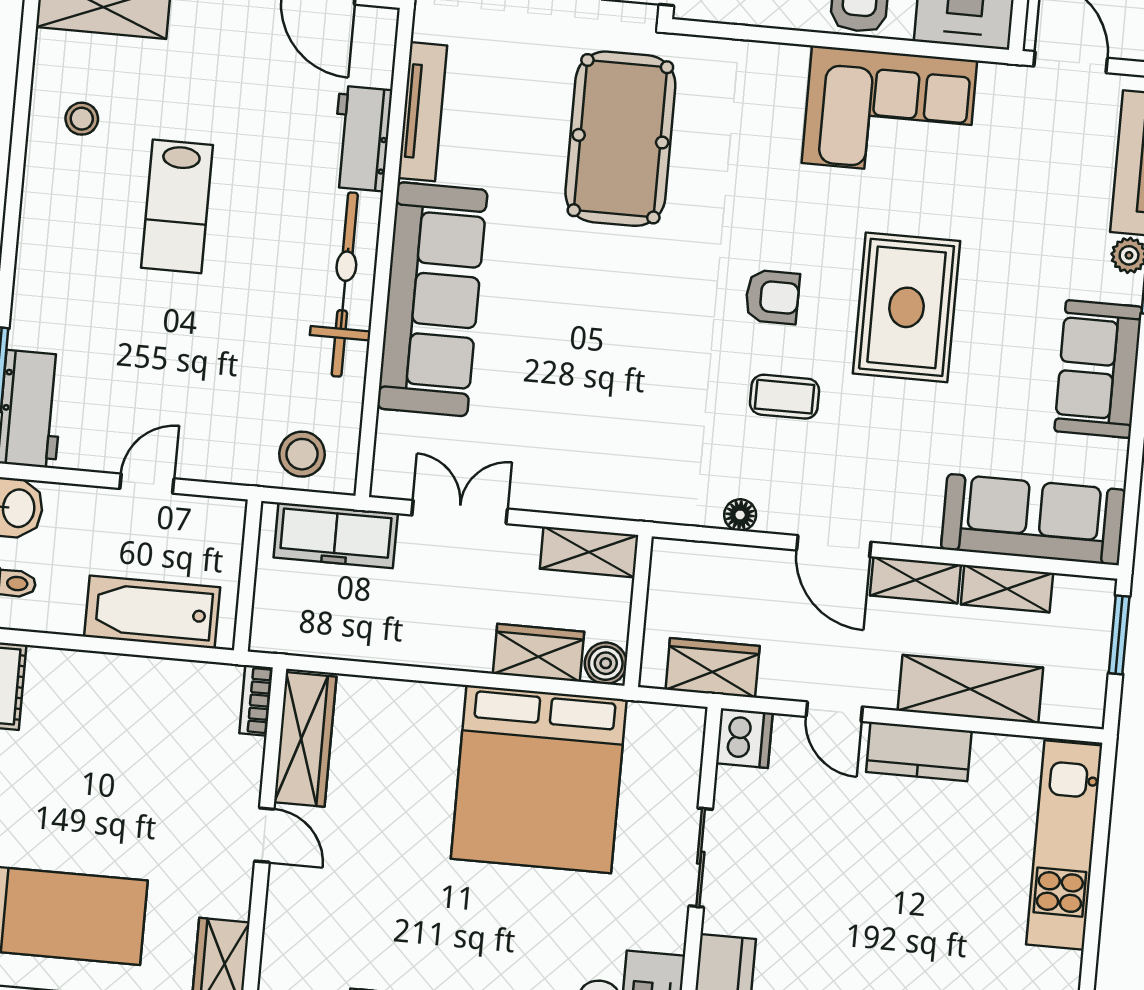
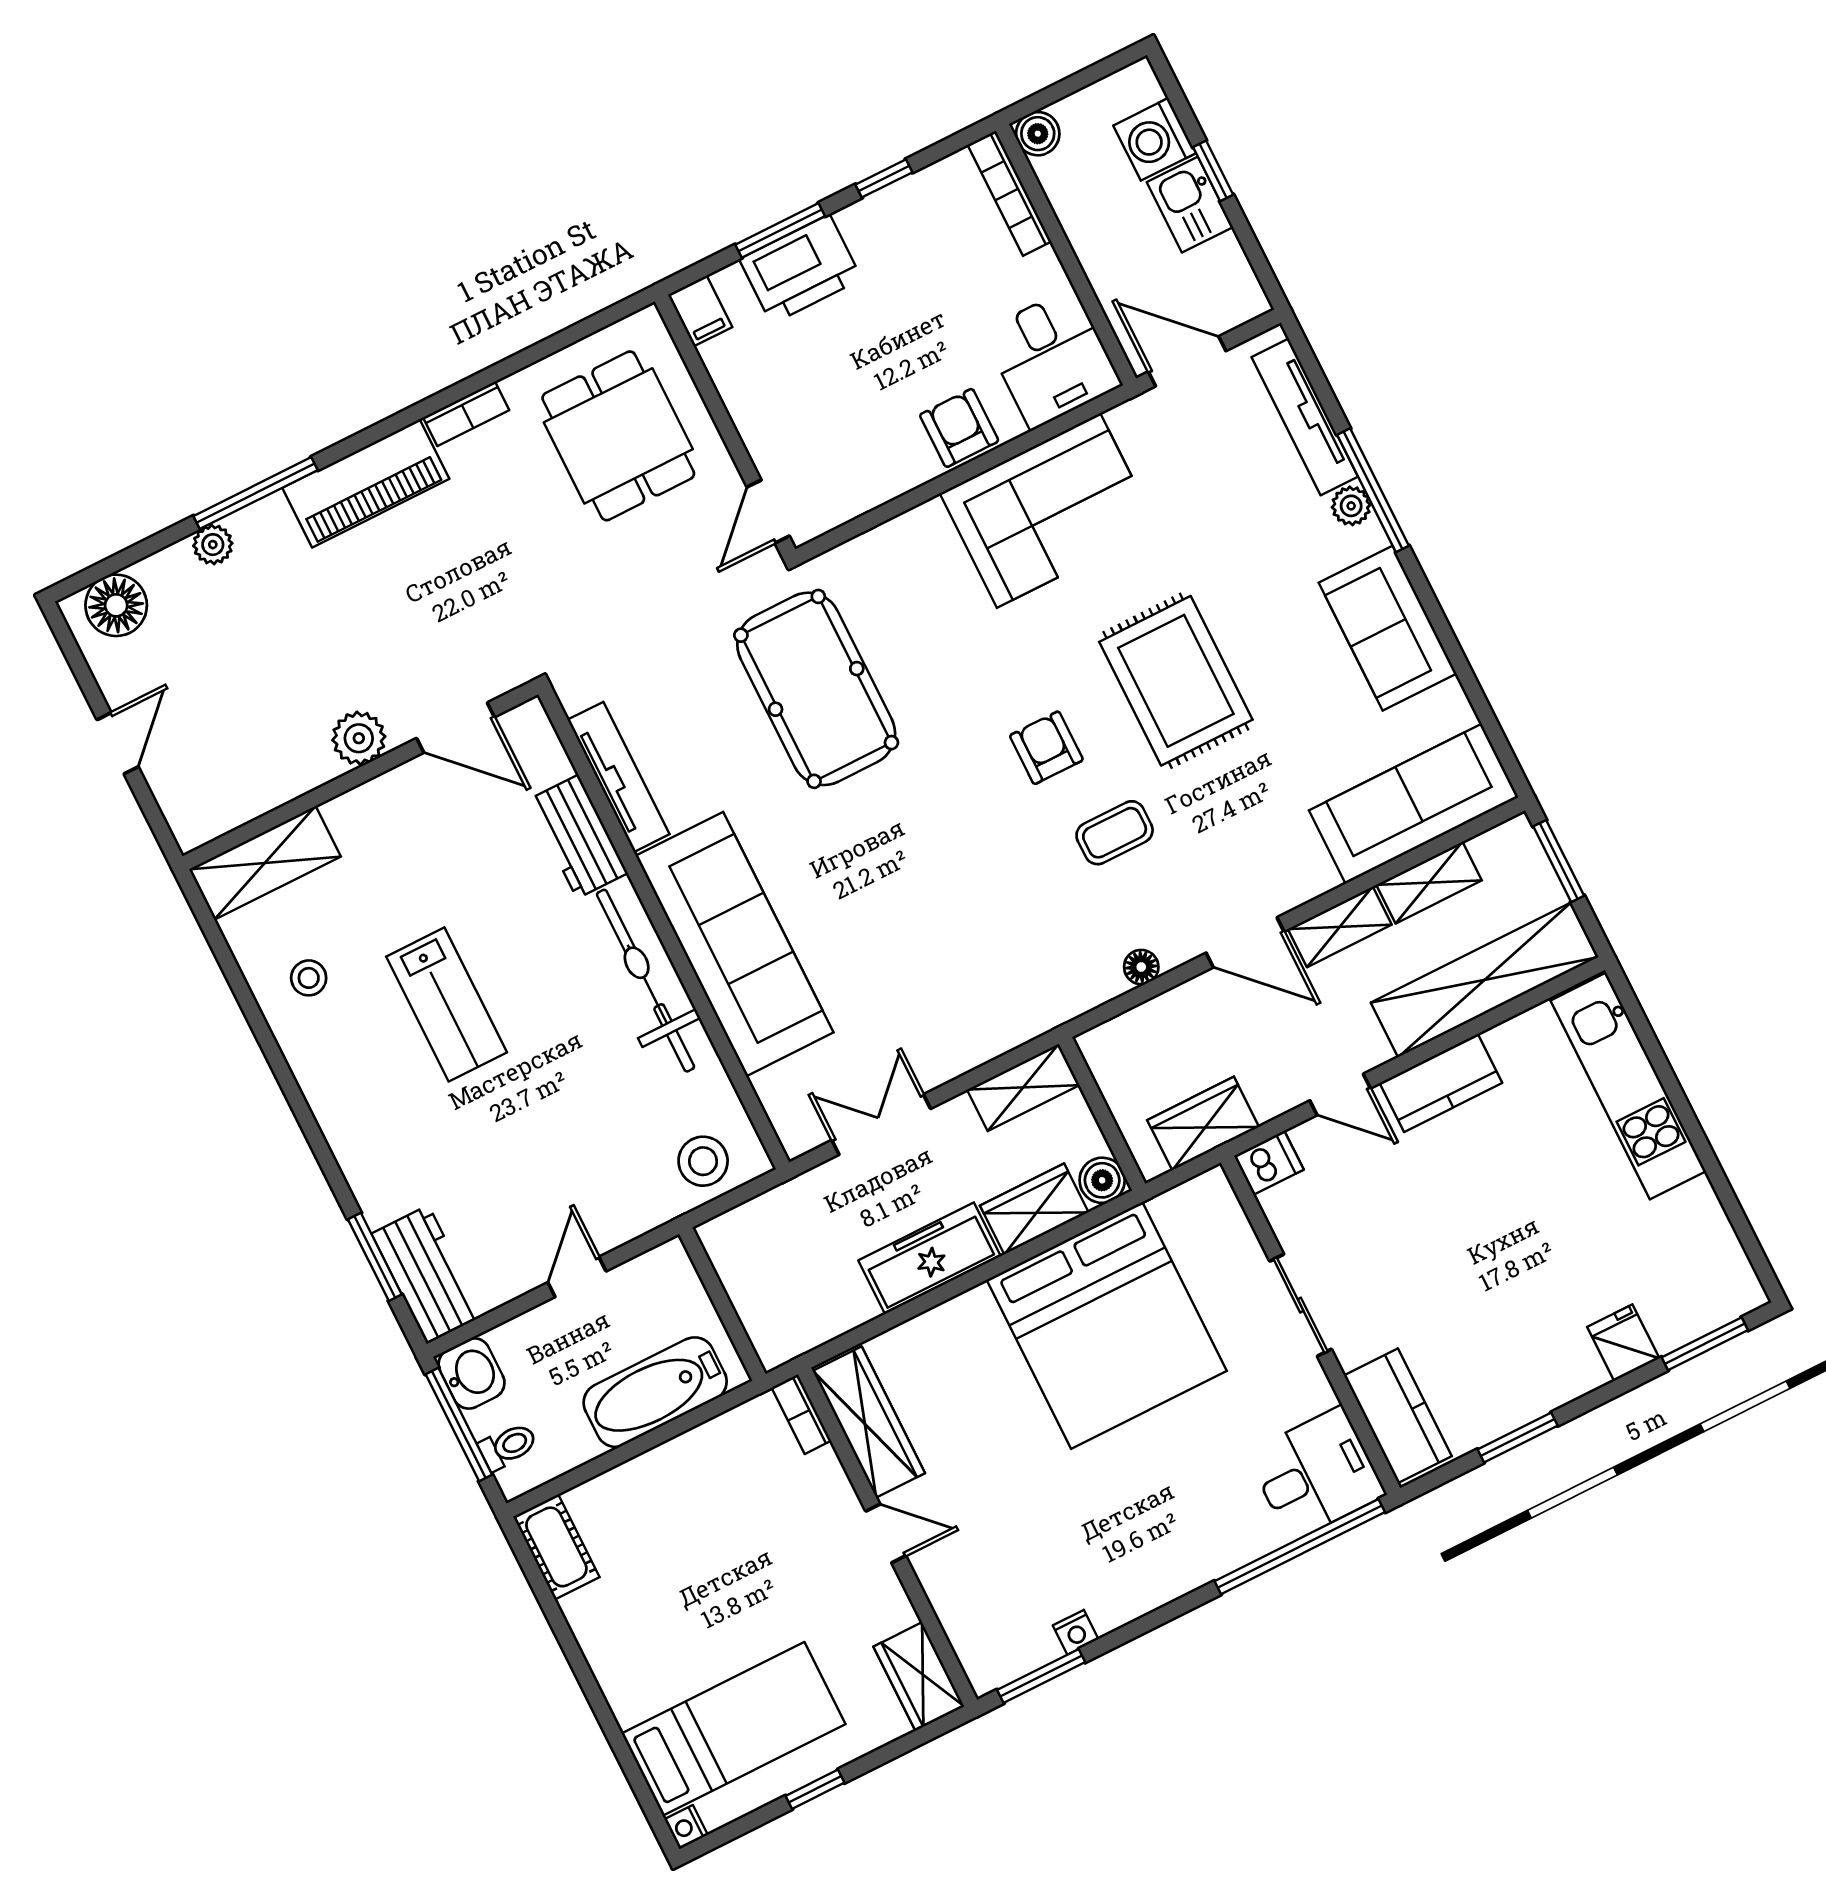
armchair: (772, 297) -> (1046, 748), turned -90
freezer: (336, 535) -> (930, 1258), moved, turned 180
shelving: (970, 689) -> (1485, 980), width x1.47
dishwasher: (744, 738) -> (1269, 1163), width x0.73

